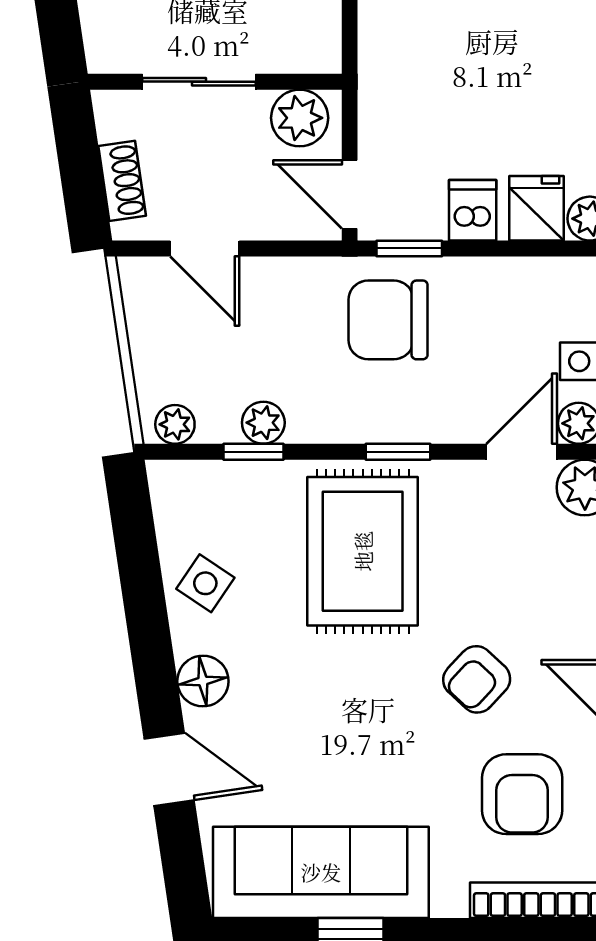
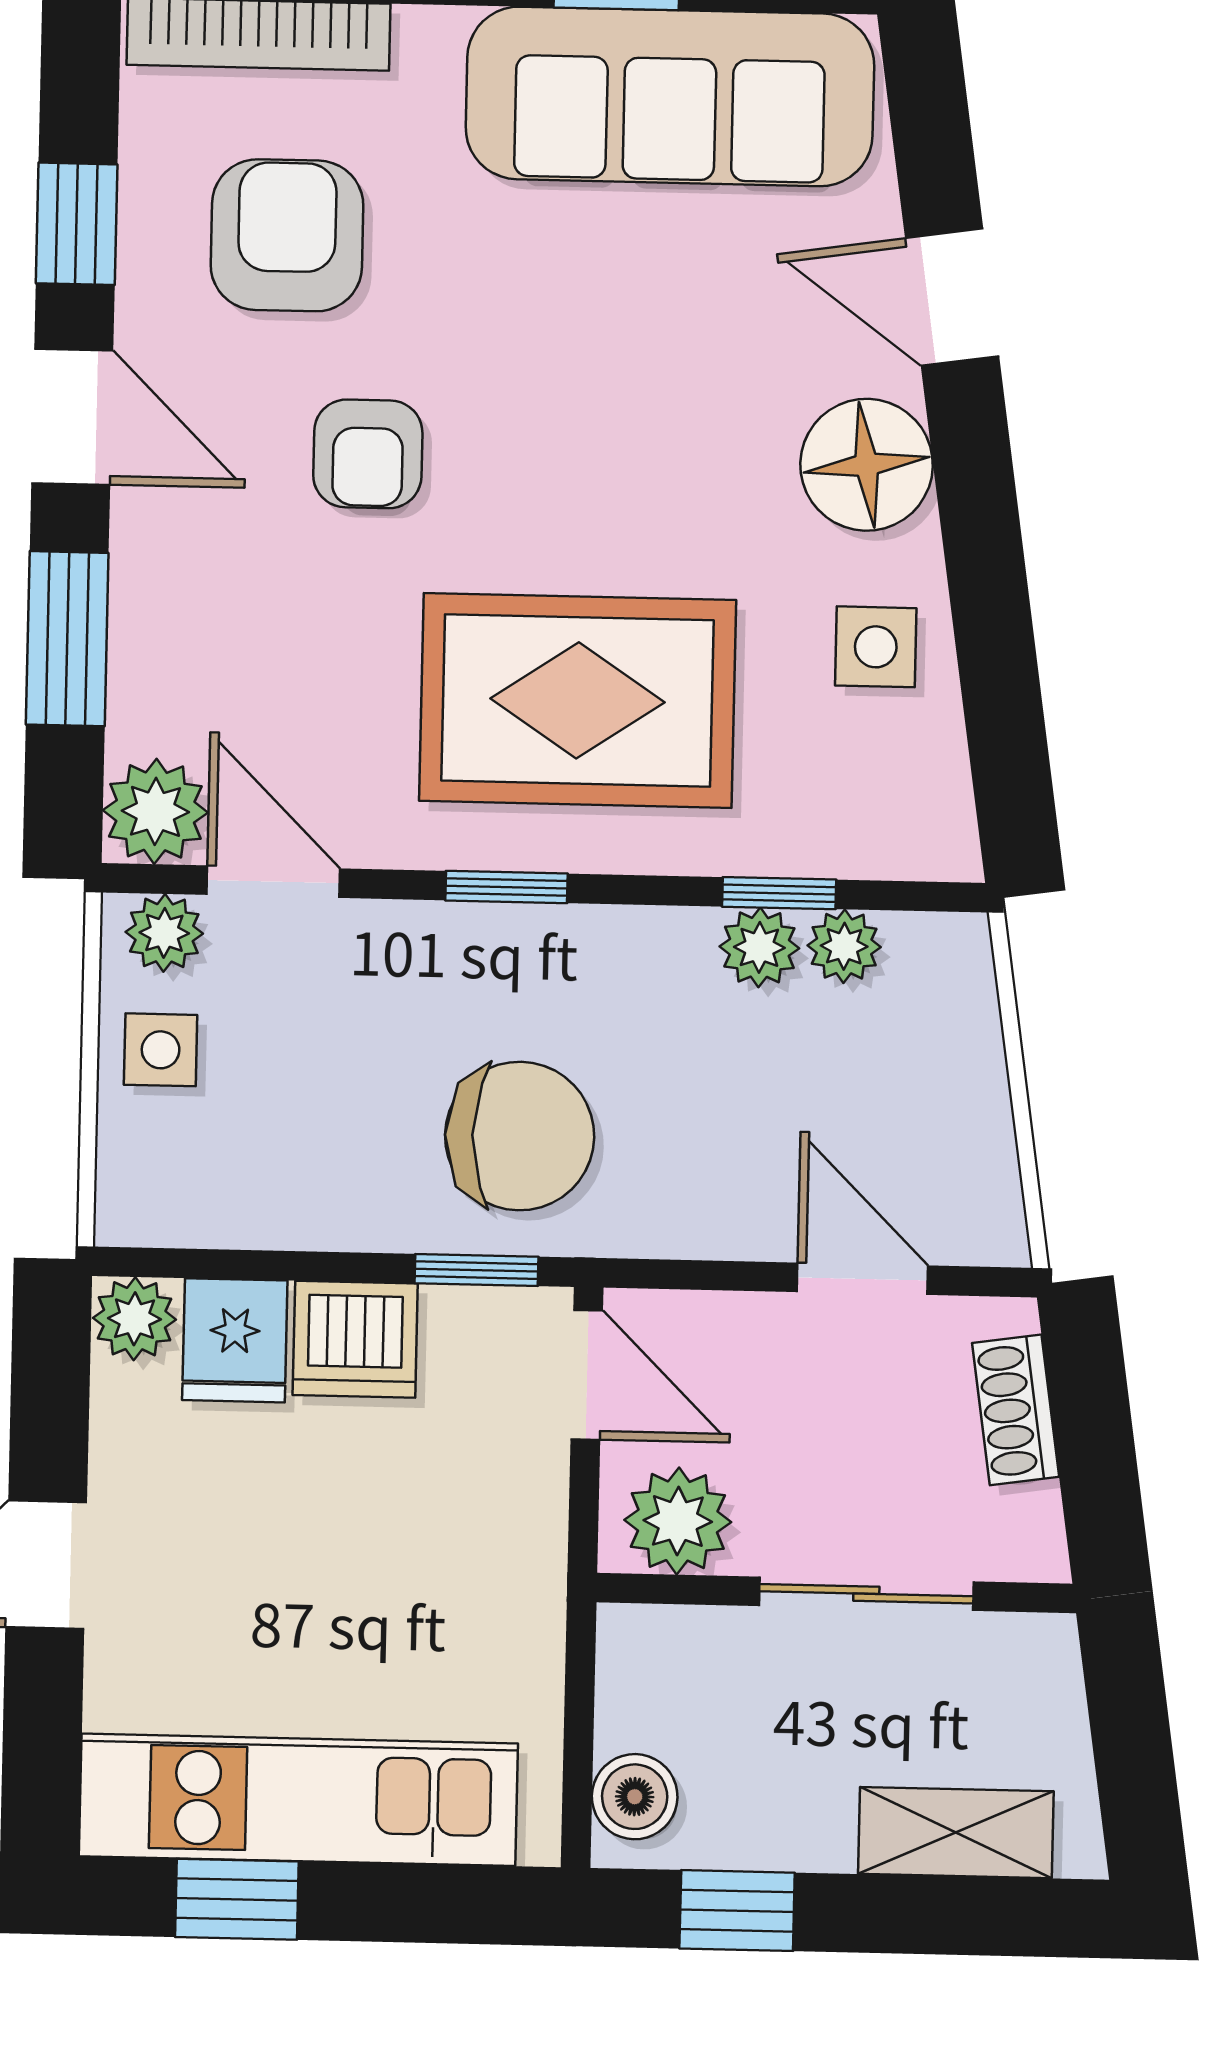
dishwasher: (473, 210) -> (355, 1339), width x1.38
plant: (175, 424) -> (844, 946), moved
door: (522, 452) -> (273, 882), swing flipped
rug: (363, 551) -> (578, 700), turned 90
side table: (205, 583) -> (876, 647), turned -34
armchair: (477, 679) -> (368, 454), turned 137
floor lamp: (203, 681) -> (867, 465), width x1.38, depth x1.38

